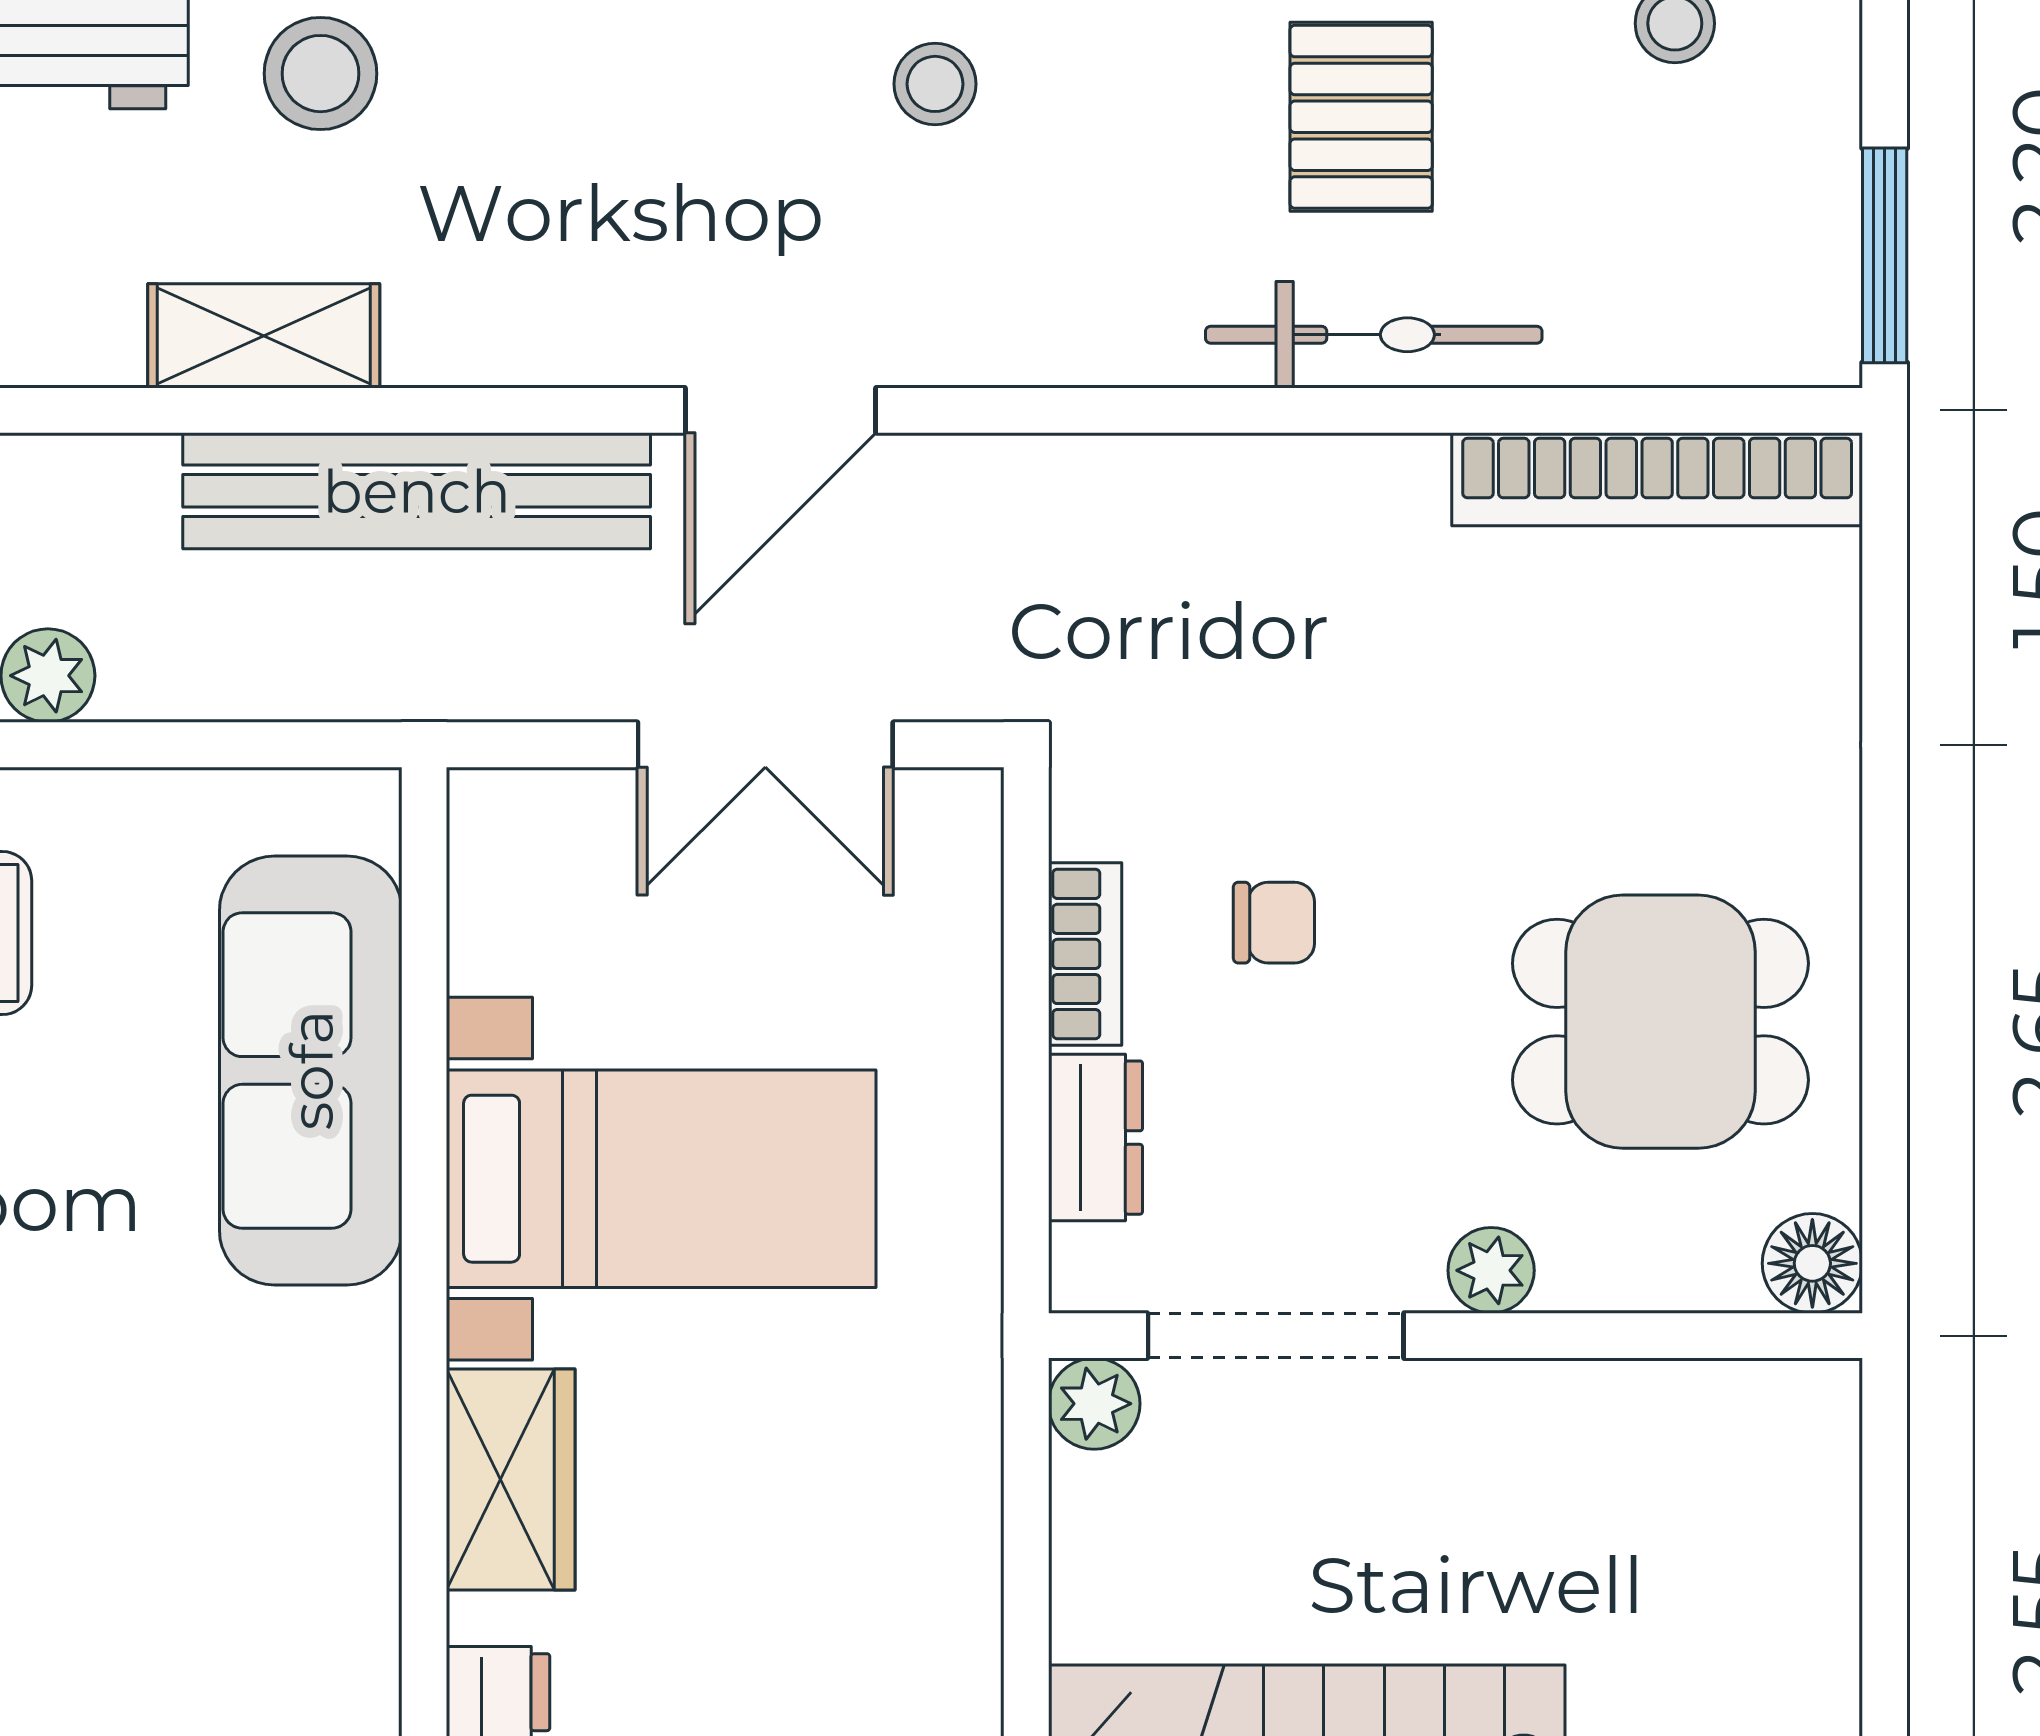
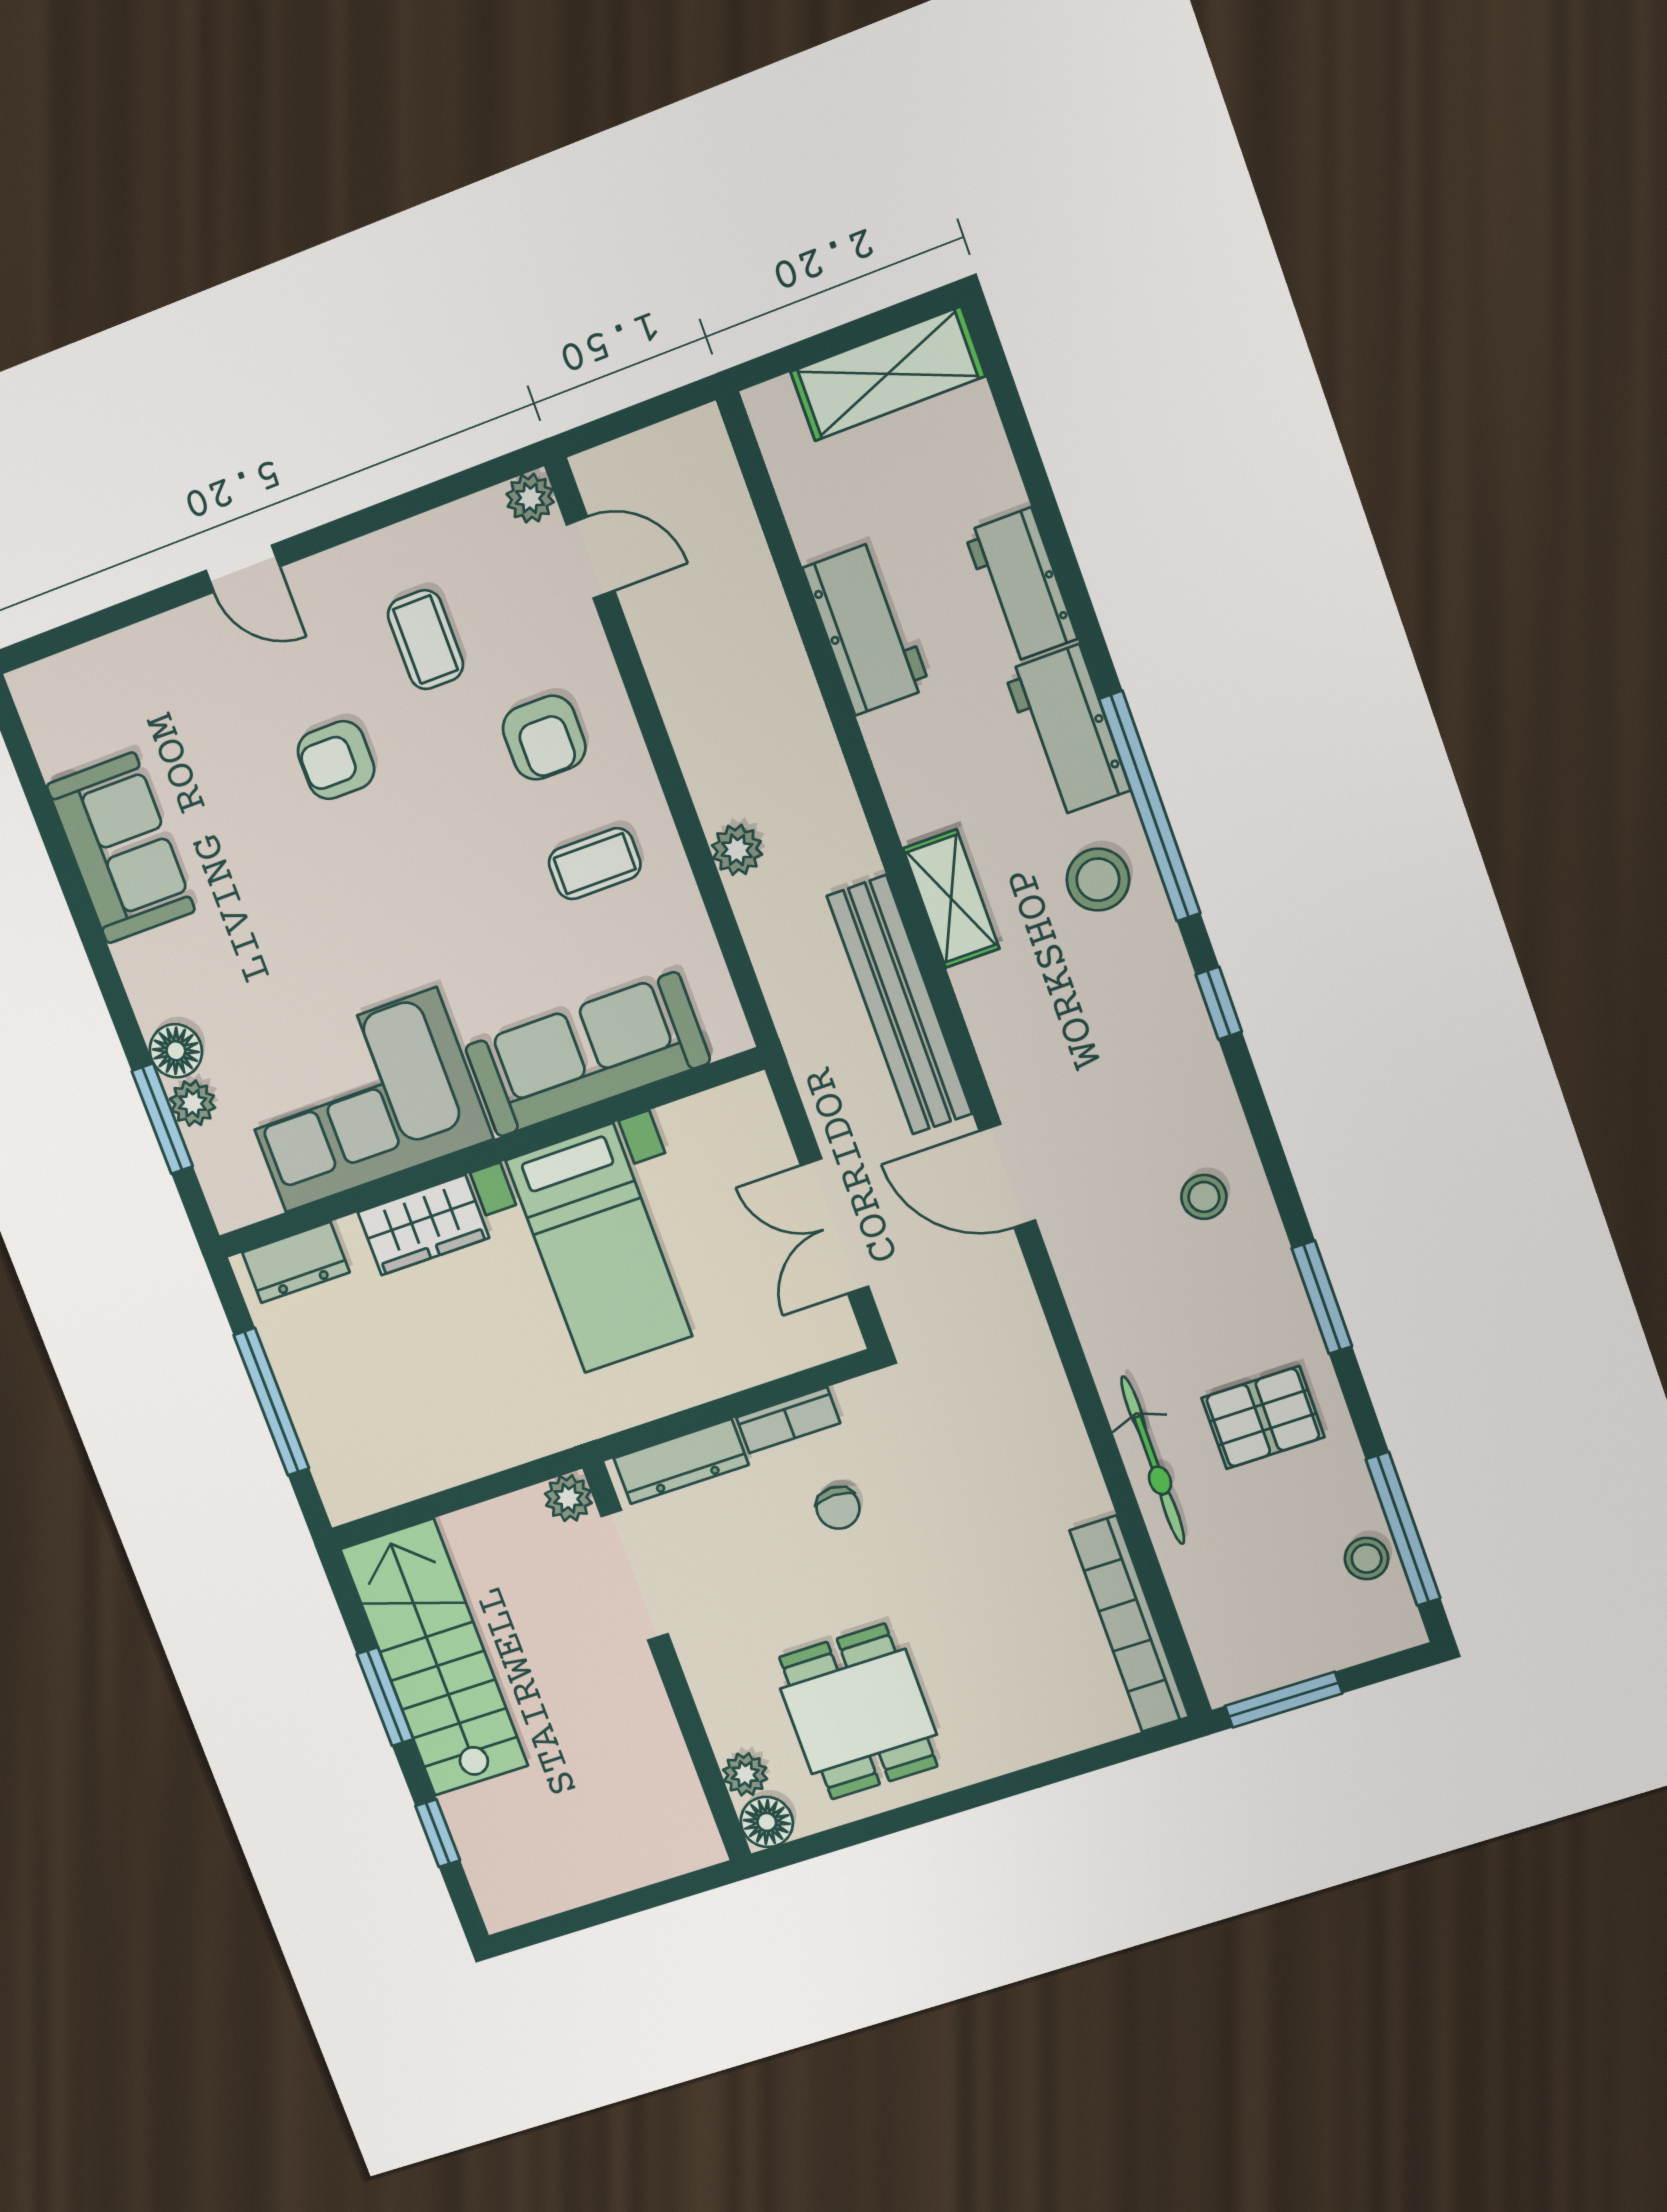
dresser: (1095, 1138) -> (681, 1461), width x1.44
plant: (1491, 1270) -> (745, 1774), moved
corner sofa: (250, 1507) -> (361, 1100), added

